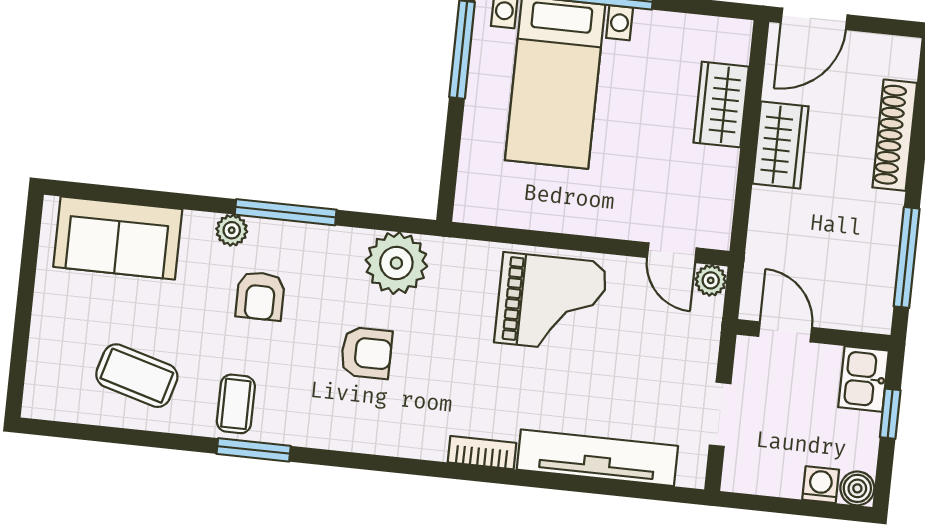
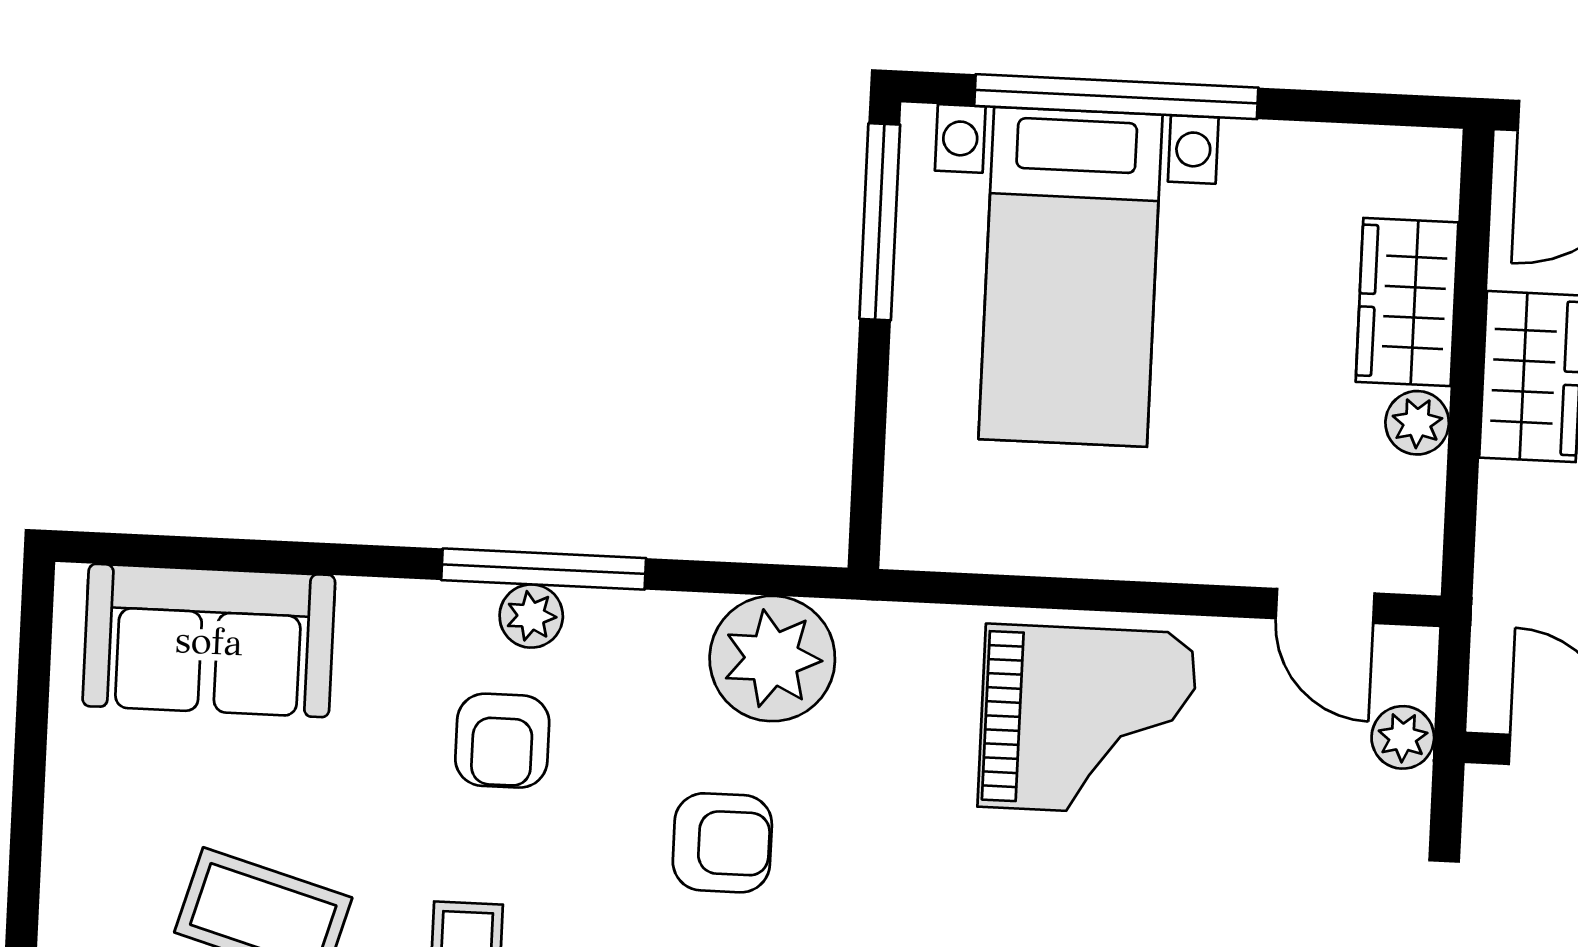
plant: (723, 165) -> (1417, 423), added
plant: (232, 230) -> (531, 616), moved
plant: (711, 280) -> (1403, 737), moved

